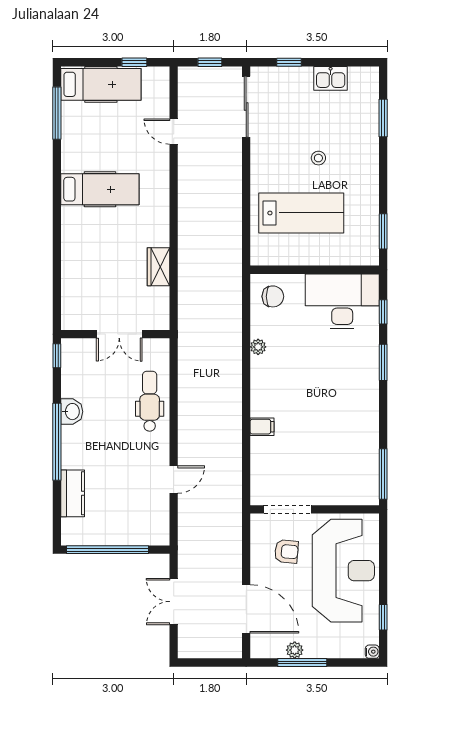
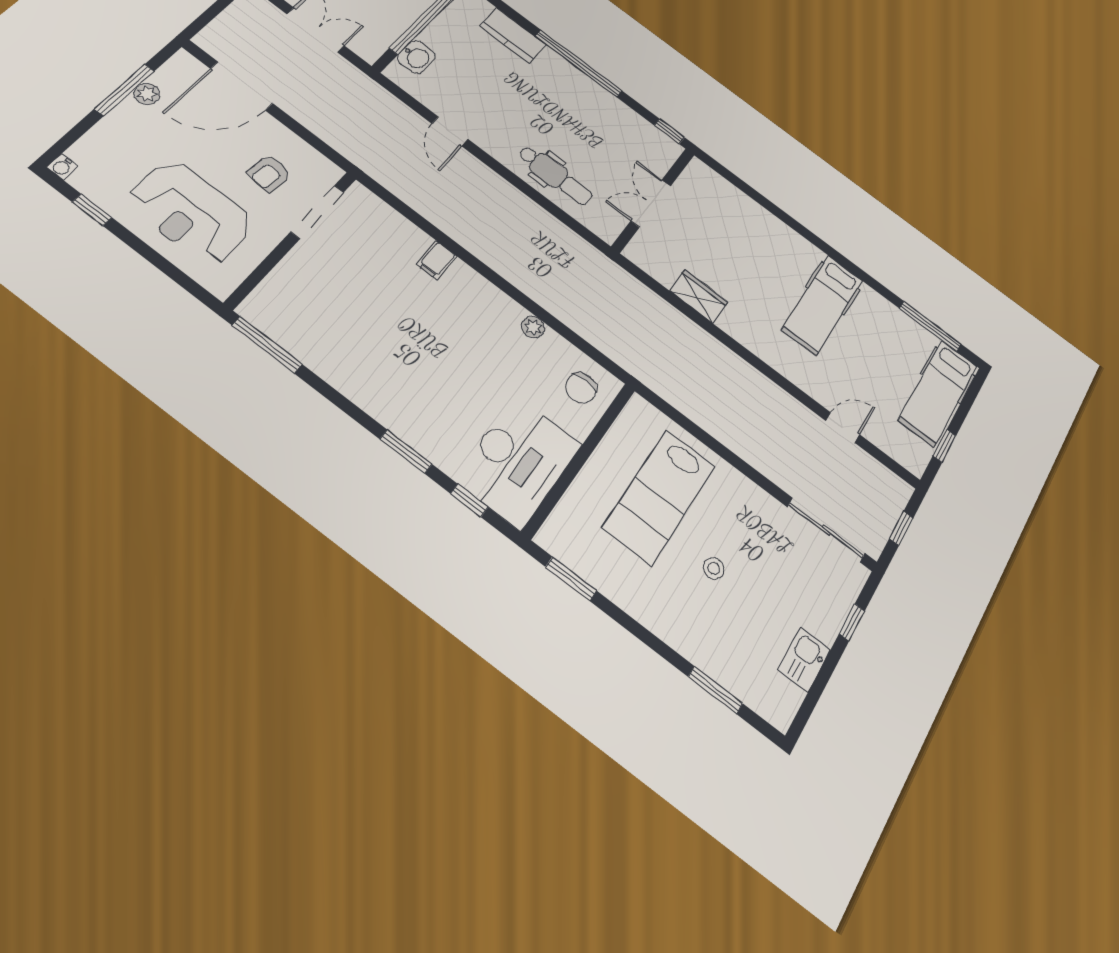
washbasin: (72, 412) -> (416, 57), moved, turned -90
reception desk: (343, 571) -> (190, 212), width x0.74, depth x0.77

